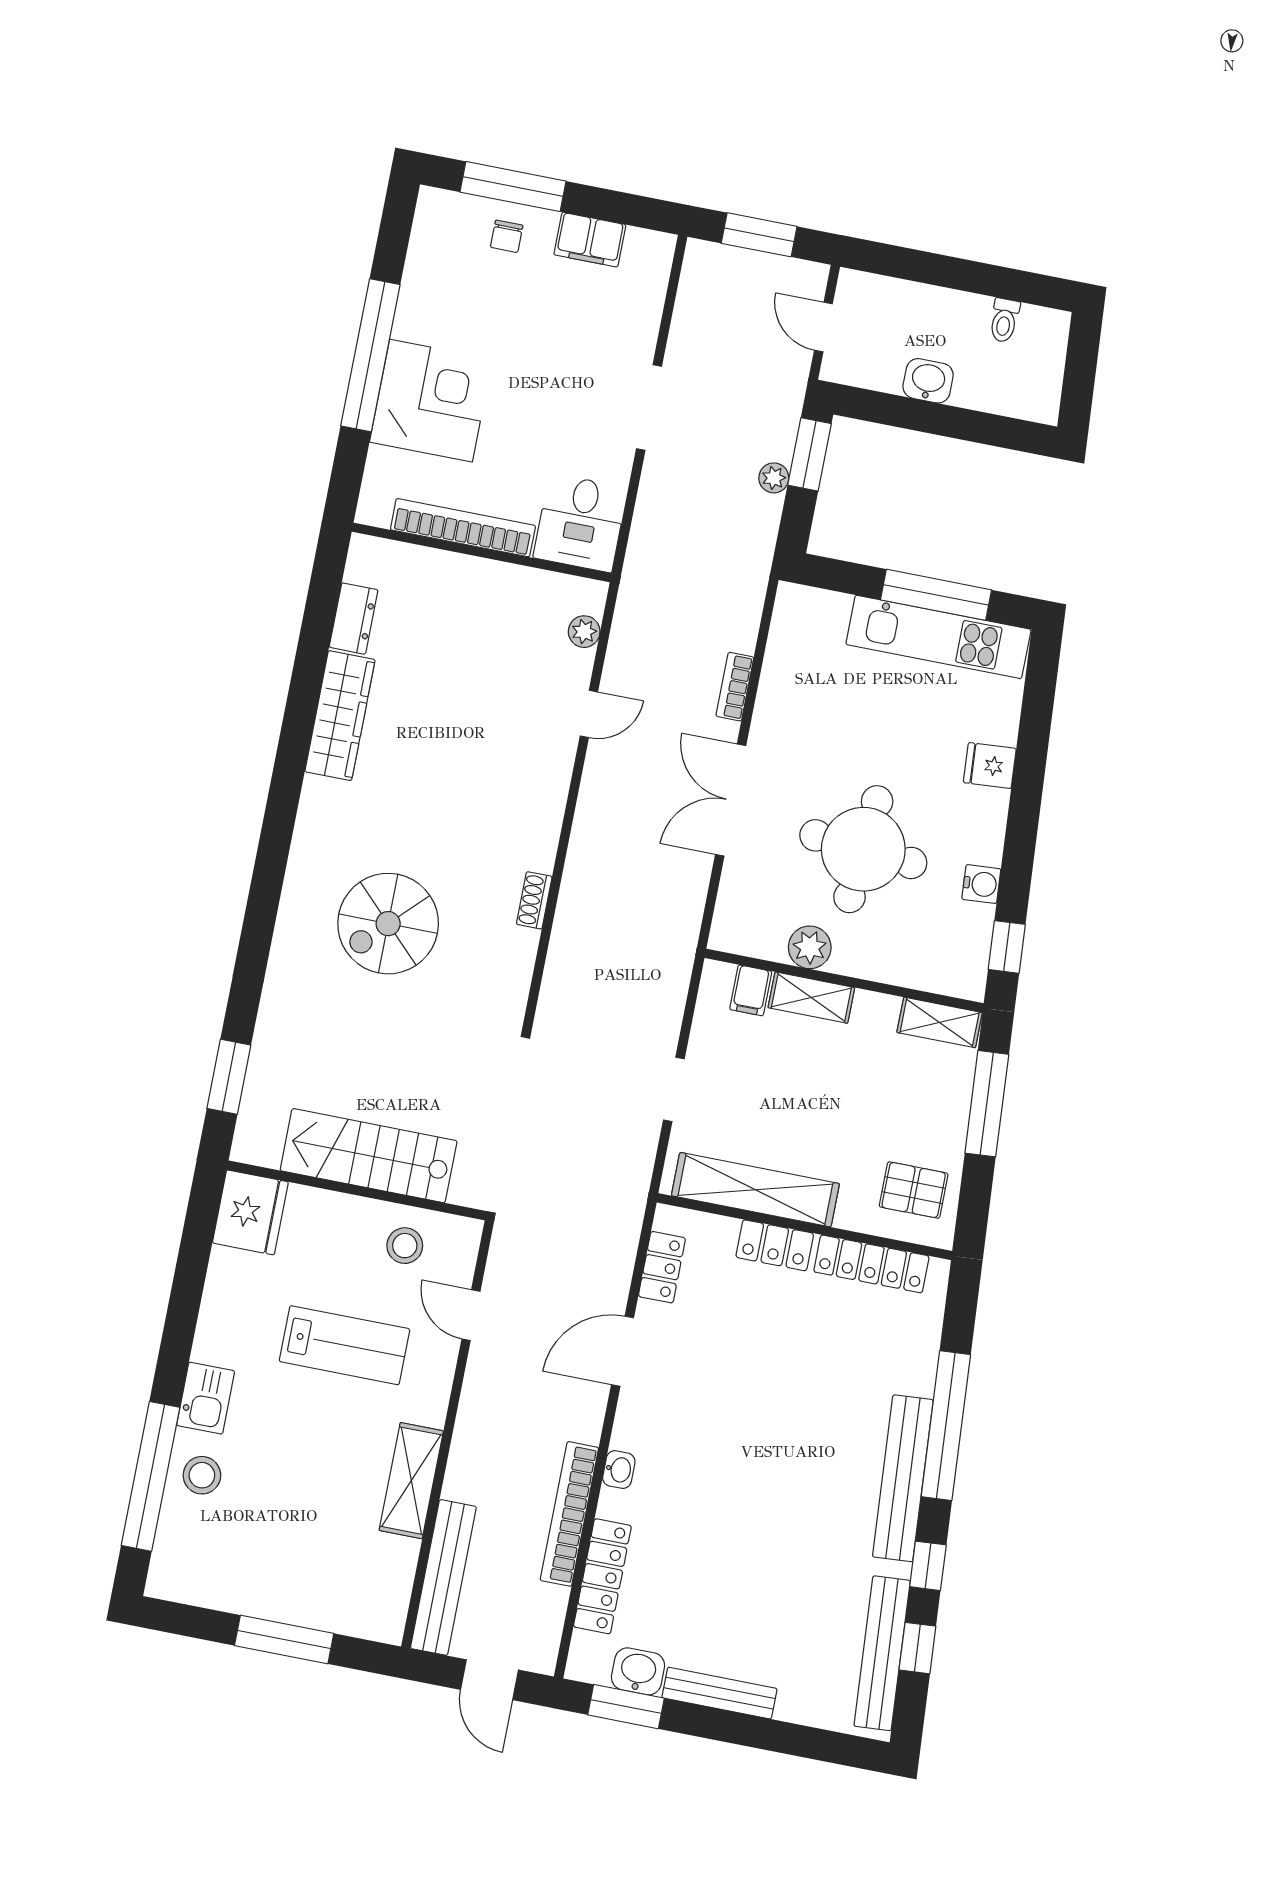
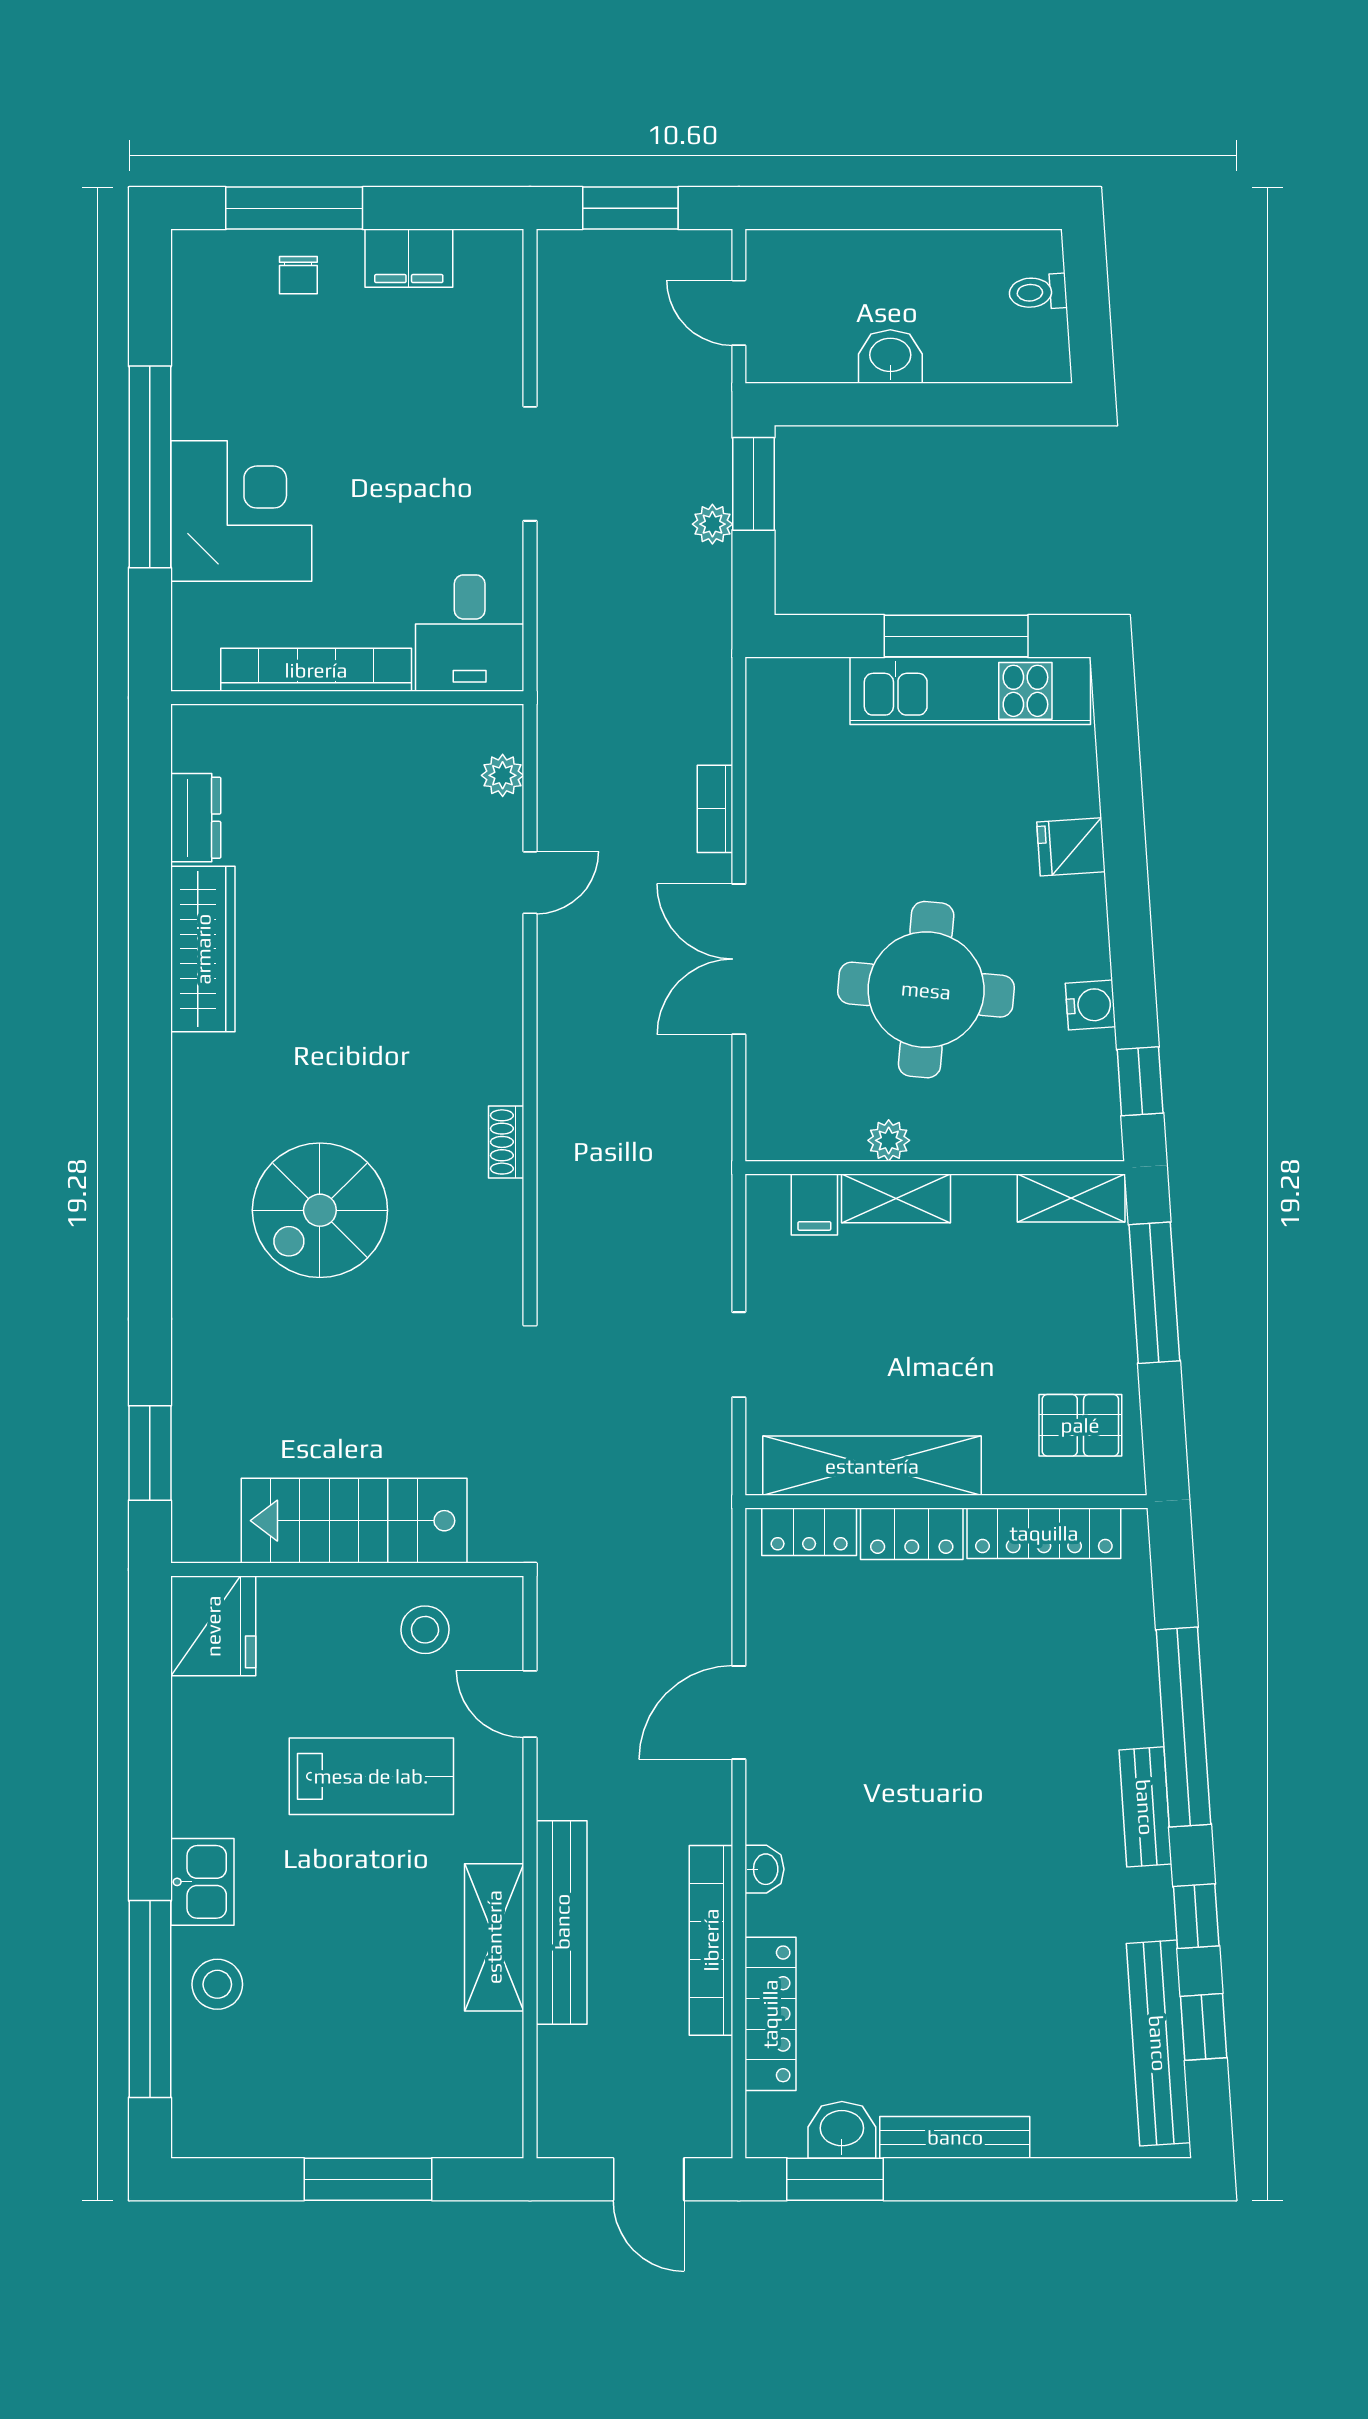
toilet: (1004, 320) -> (1038, 292), moved, turned 86
plant: (810, 947) -> (889, 1140), width x0.73, depth x0.73
locker: (662, 1267) -> (809, 1532), moved, turned 90
bench: (903, 1478) -> (1145, 1807), width x0.54, depth x0.82
bench: (443, 1577) -> (562, 1922), moved

